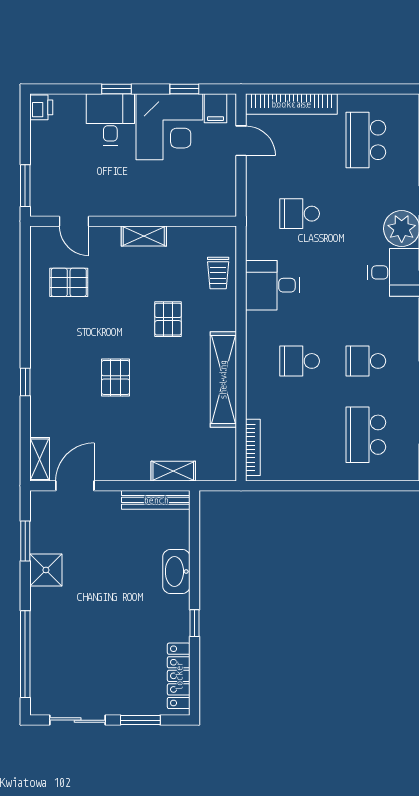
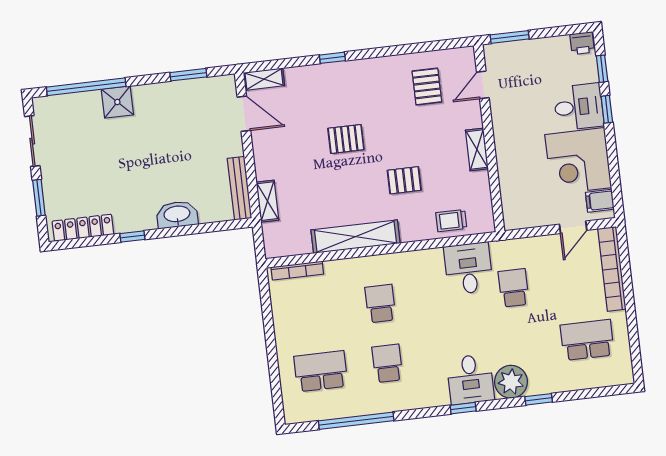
window: (184, 89) -> (602, 69), moved
desk: (272, 285) -> (468, 268), moved
shower: (46, 570) -> (117, 102), moved

